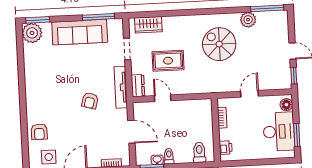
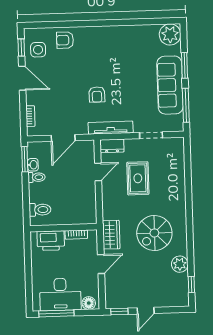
window: (267, 8) -> (191, 285), width x0.46
window: (38, 20) -> (185, 65), moved
wardrobe: (148, 25) -> (111, 235), moved, turned 180
spiral stairs: (219, 44) -> (154, 233), turned 180
door: (249, 94) -> (101, 264), hinge flipped
armchair: (90, 101) -> (97, 95), turned -106
window: (297, 135) -> (56, 313), width x1.44
printer: (226, 148) -> (51, 241), width x1.87, depth x1.48

